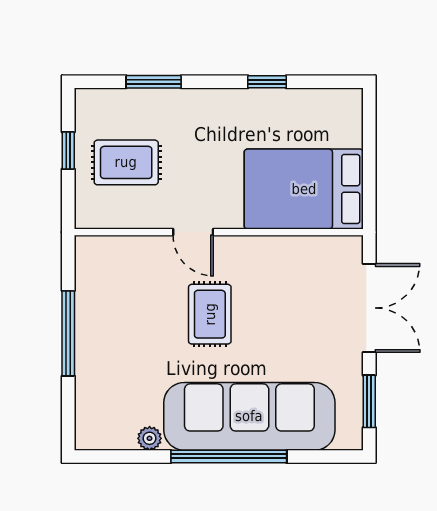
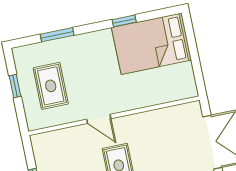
rug: (126, 162) -> (51, 86), turned 90
bed: (304, 189) -> (151, 44), moved

